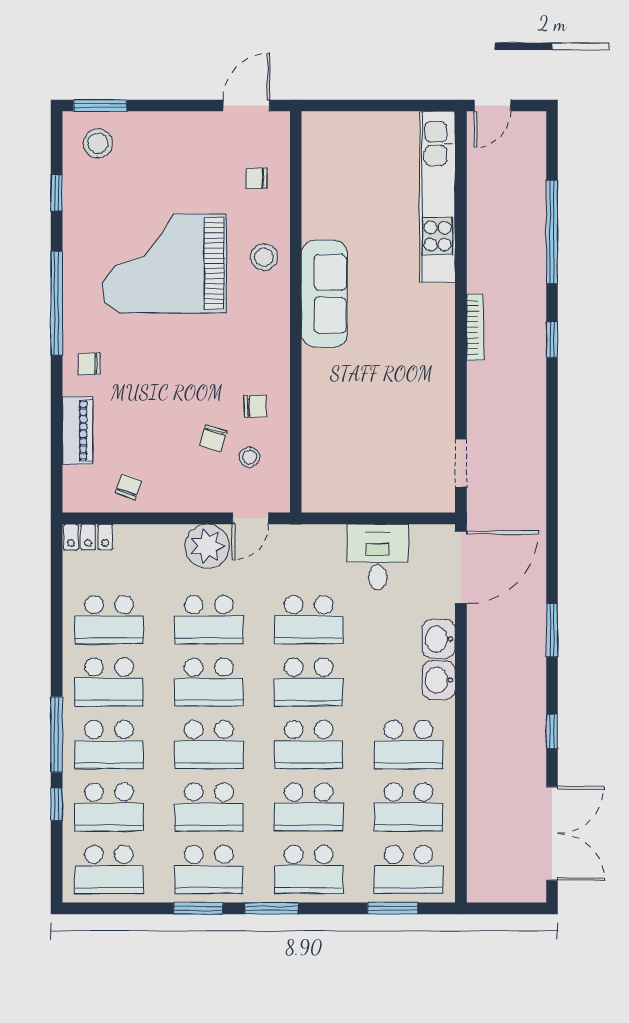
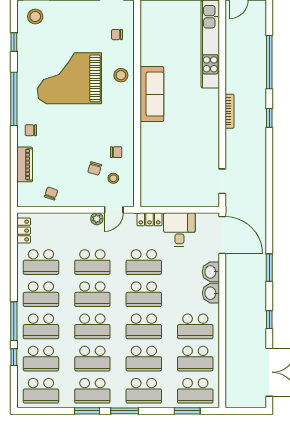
locker: (88, 537) -> (24, 231), moved, turned -90
locker: (320, 537) -> (149, 219), added
plant: (207, 546) -> (97, 219), width x0.53, depth x0.53
door: (461, 567) -> (222, 235), hinge flipped

